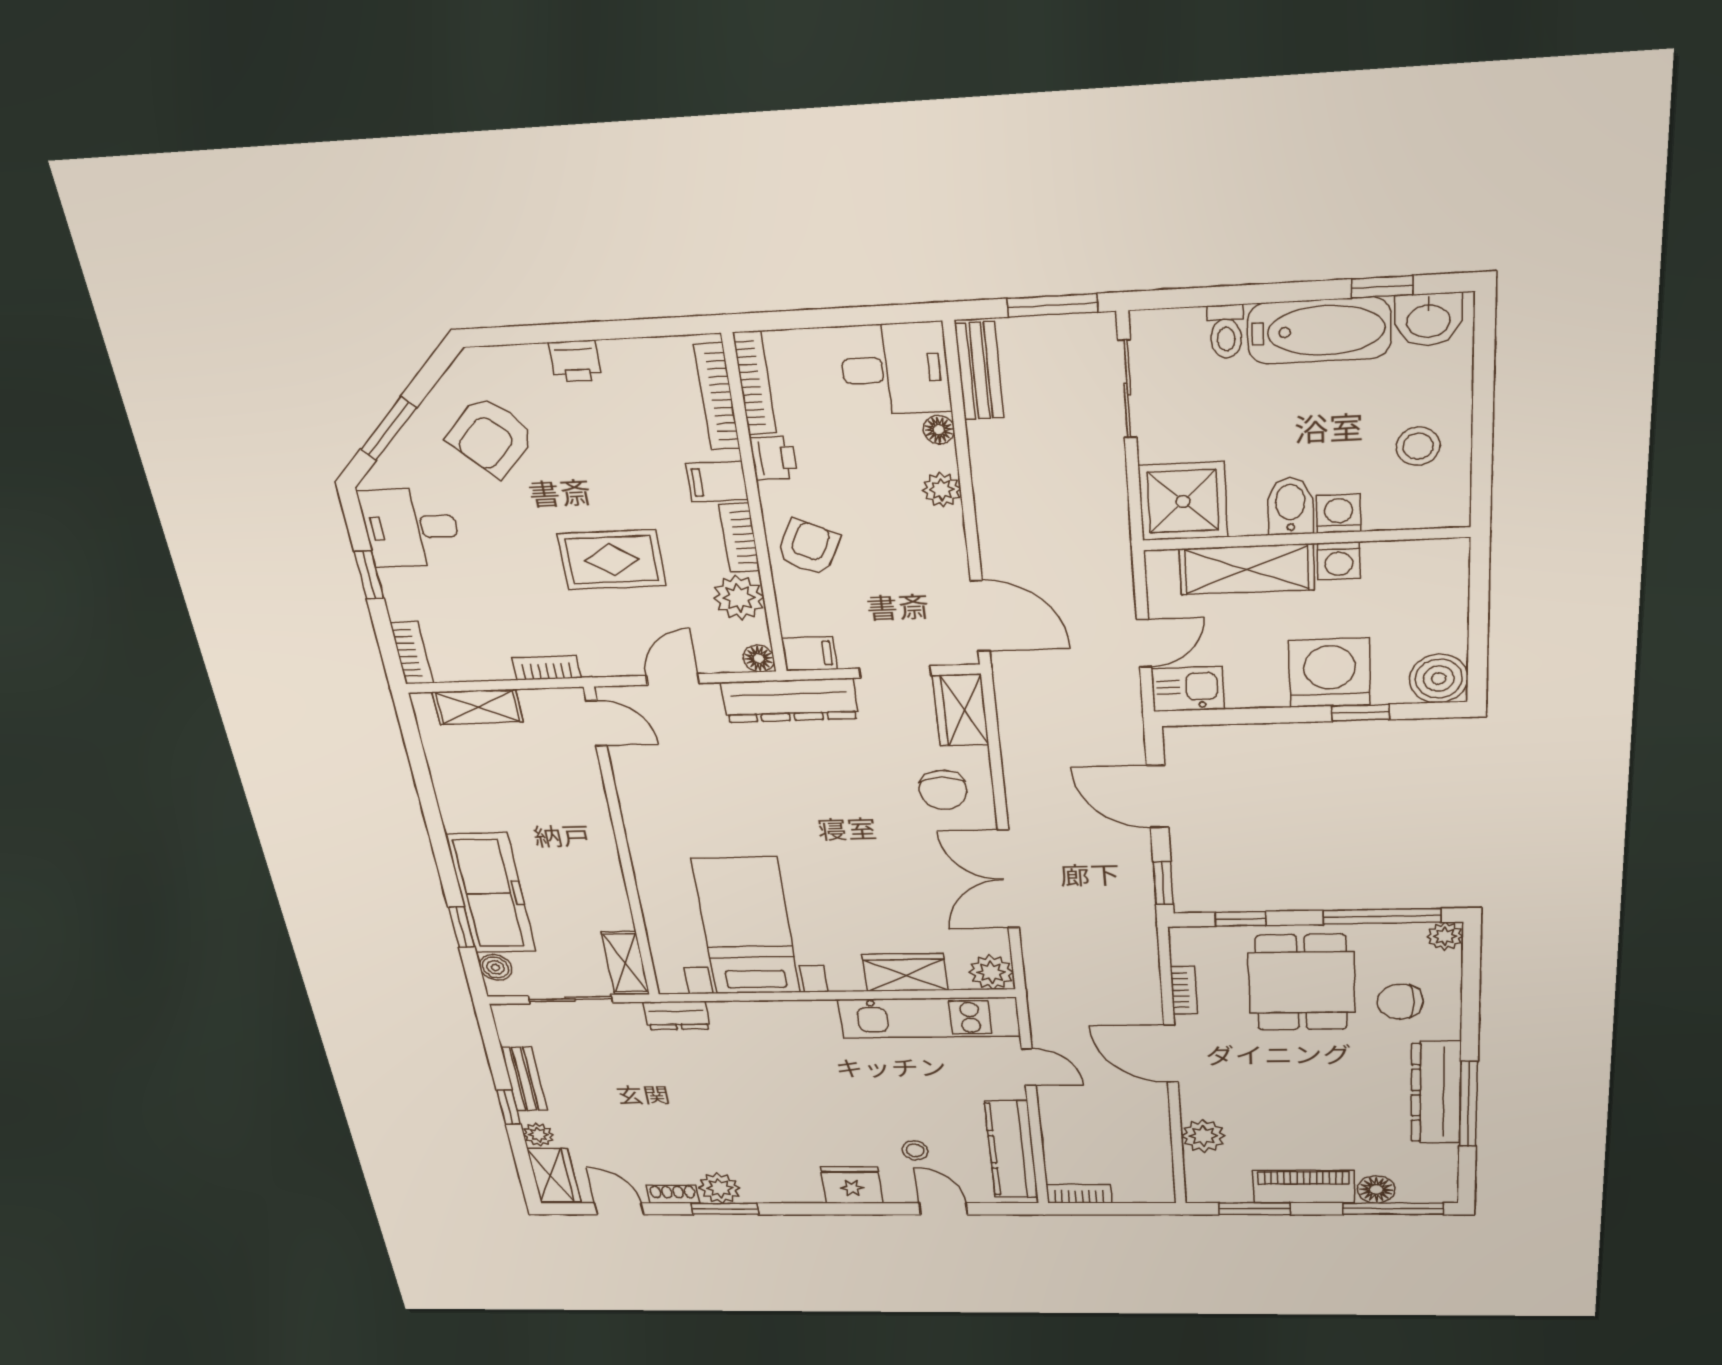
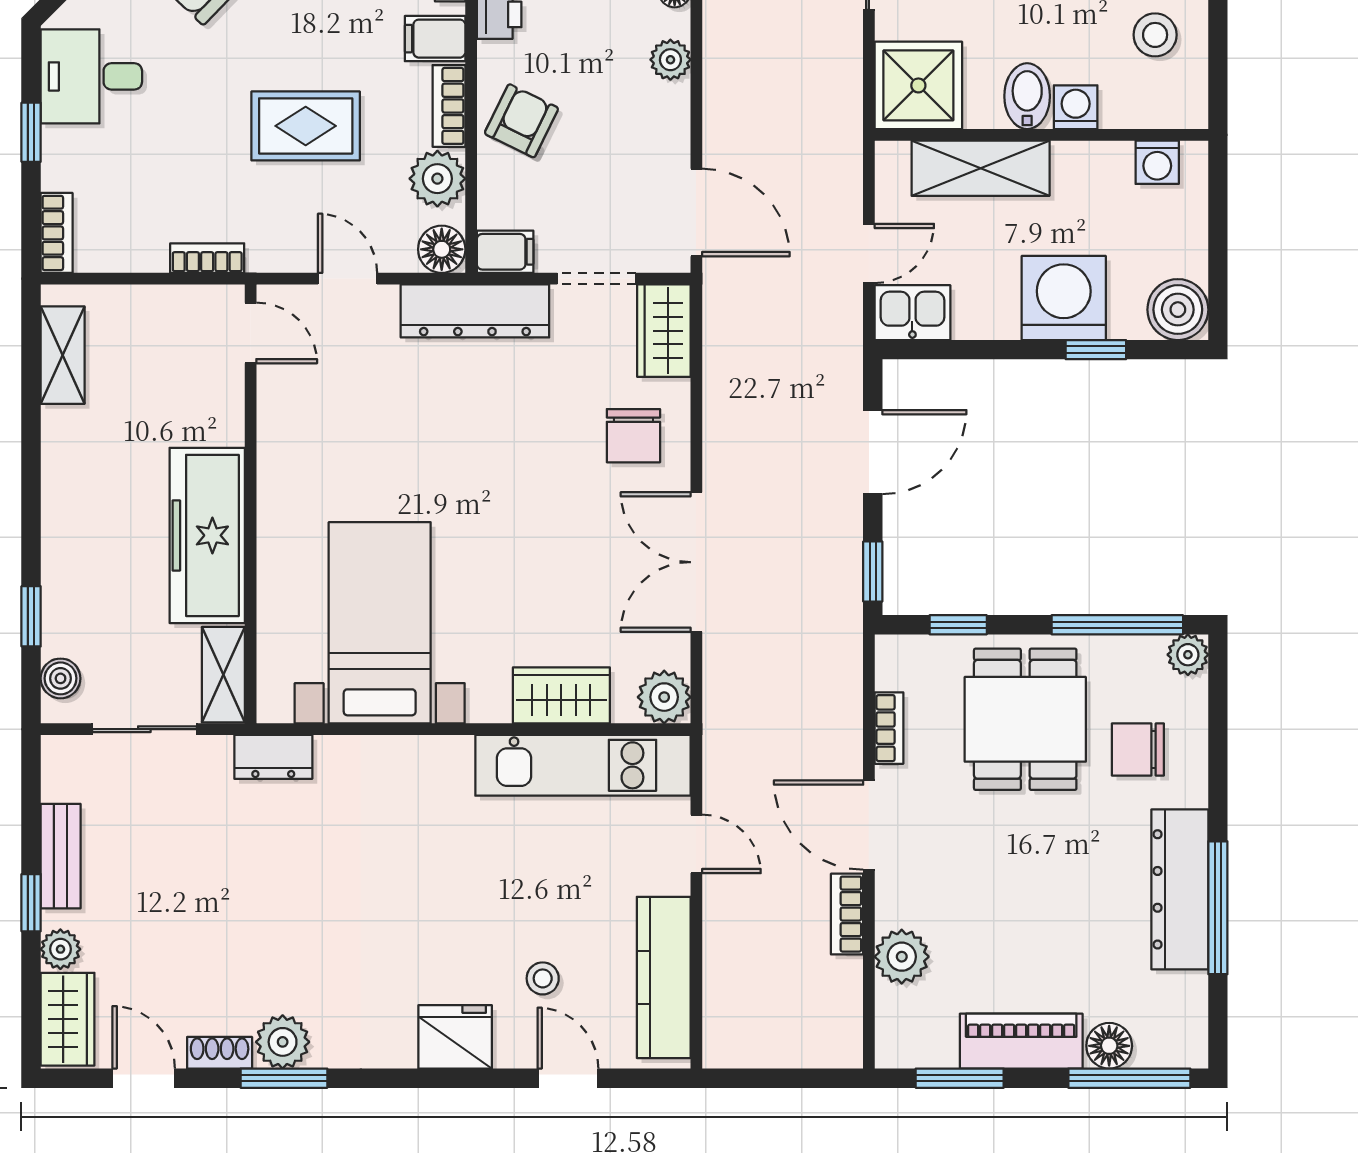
washing machine: (1339, 561) -> (1157, 162), moved
floor lamp: (759, 659) -> (442, 249), width x1.37, depth x1.37
door: (673, 679) -> (348, 279), hinge flipped
shelving: (478, 707) -> (63, 355), moved, turned 90
door: (1158, 797) -> (873, 452), swing flipped
freezer: (491, 893) -> (207, 535), moved, turned 180
bookcase: (1079, 1194) -> (847, 914), moved, turned -90

